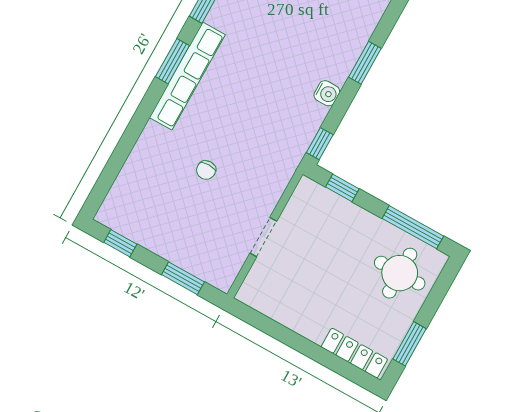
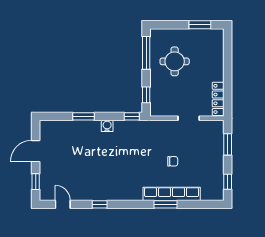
window: (172, 61) -> (165, 204), moved
row of seats: (187, 76) -> (172, 194), moved
round table: (400, 273) -> (175, 61), moved
locker: (354, 353) -> (218, 99), moved

